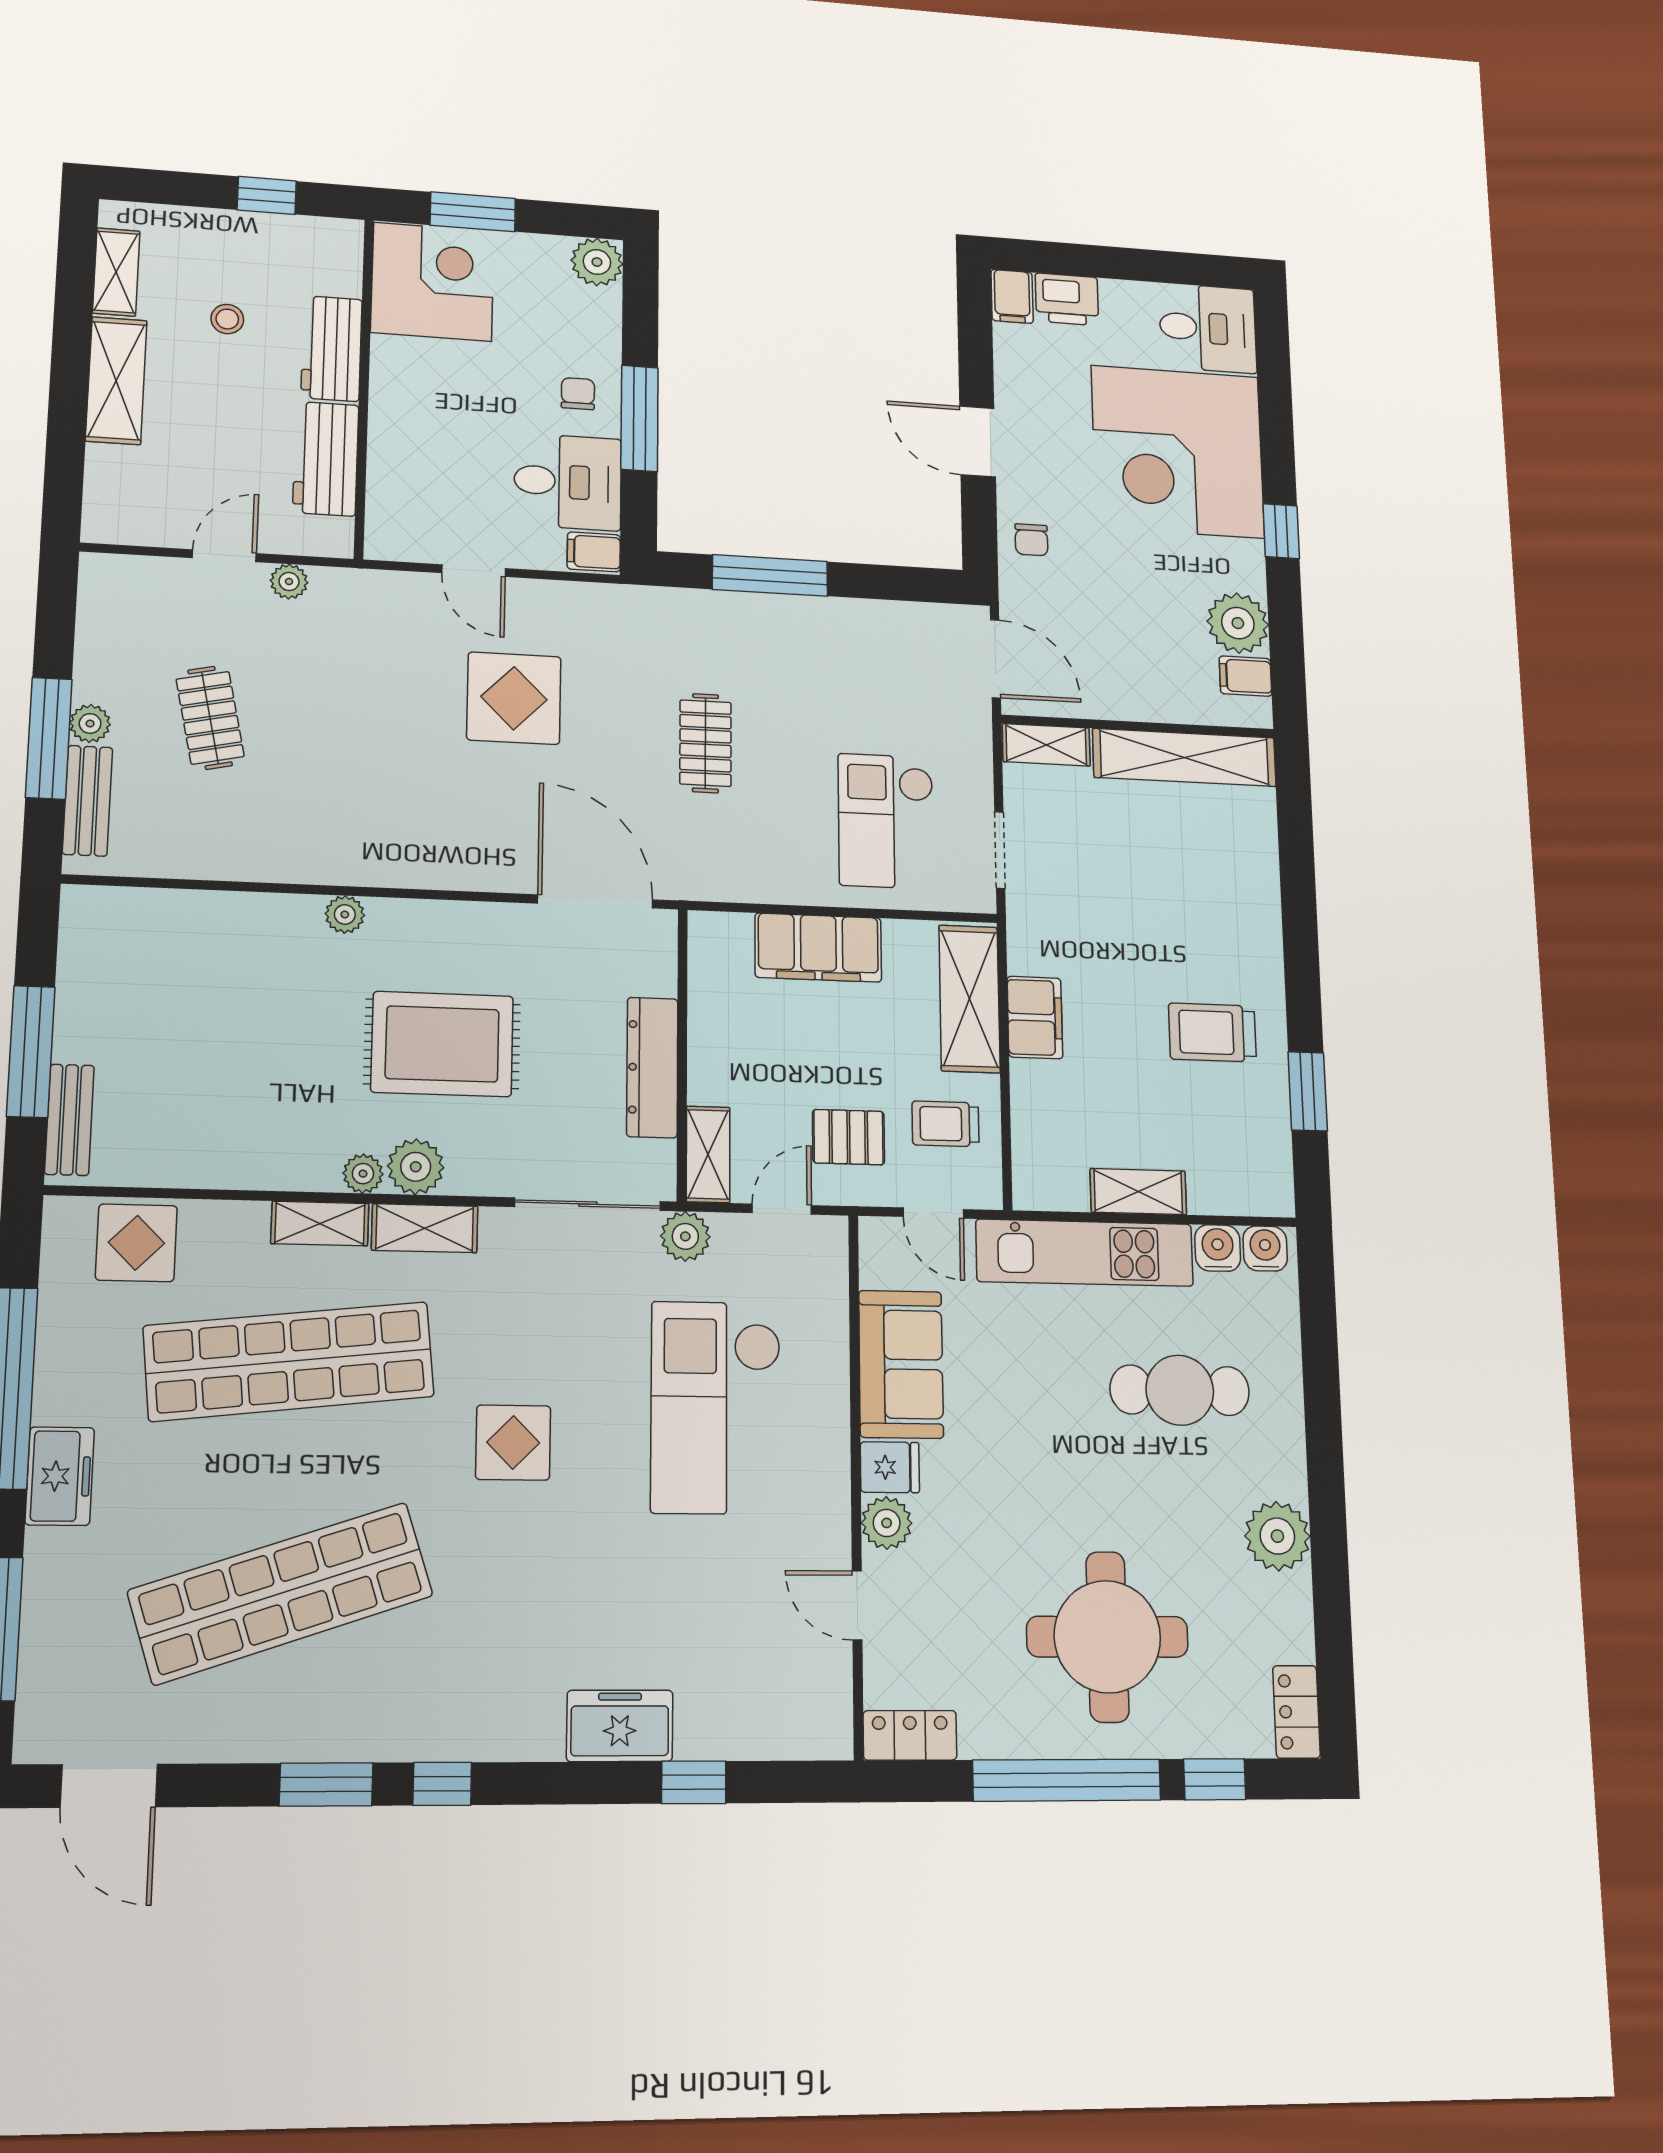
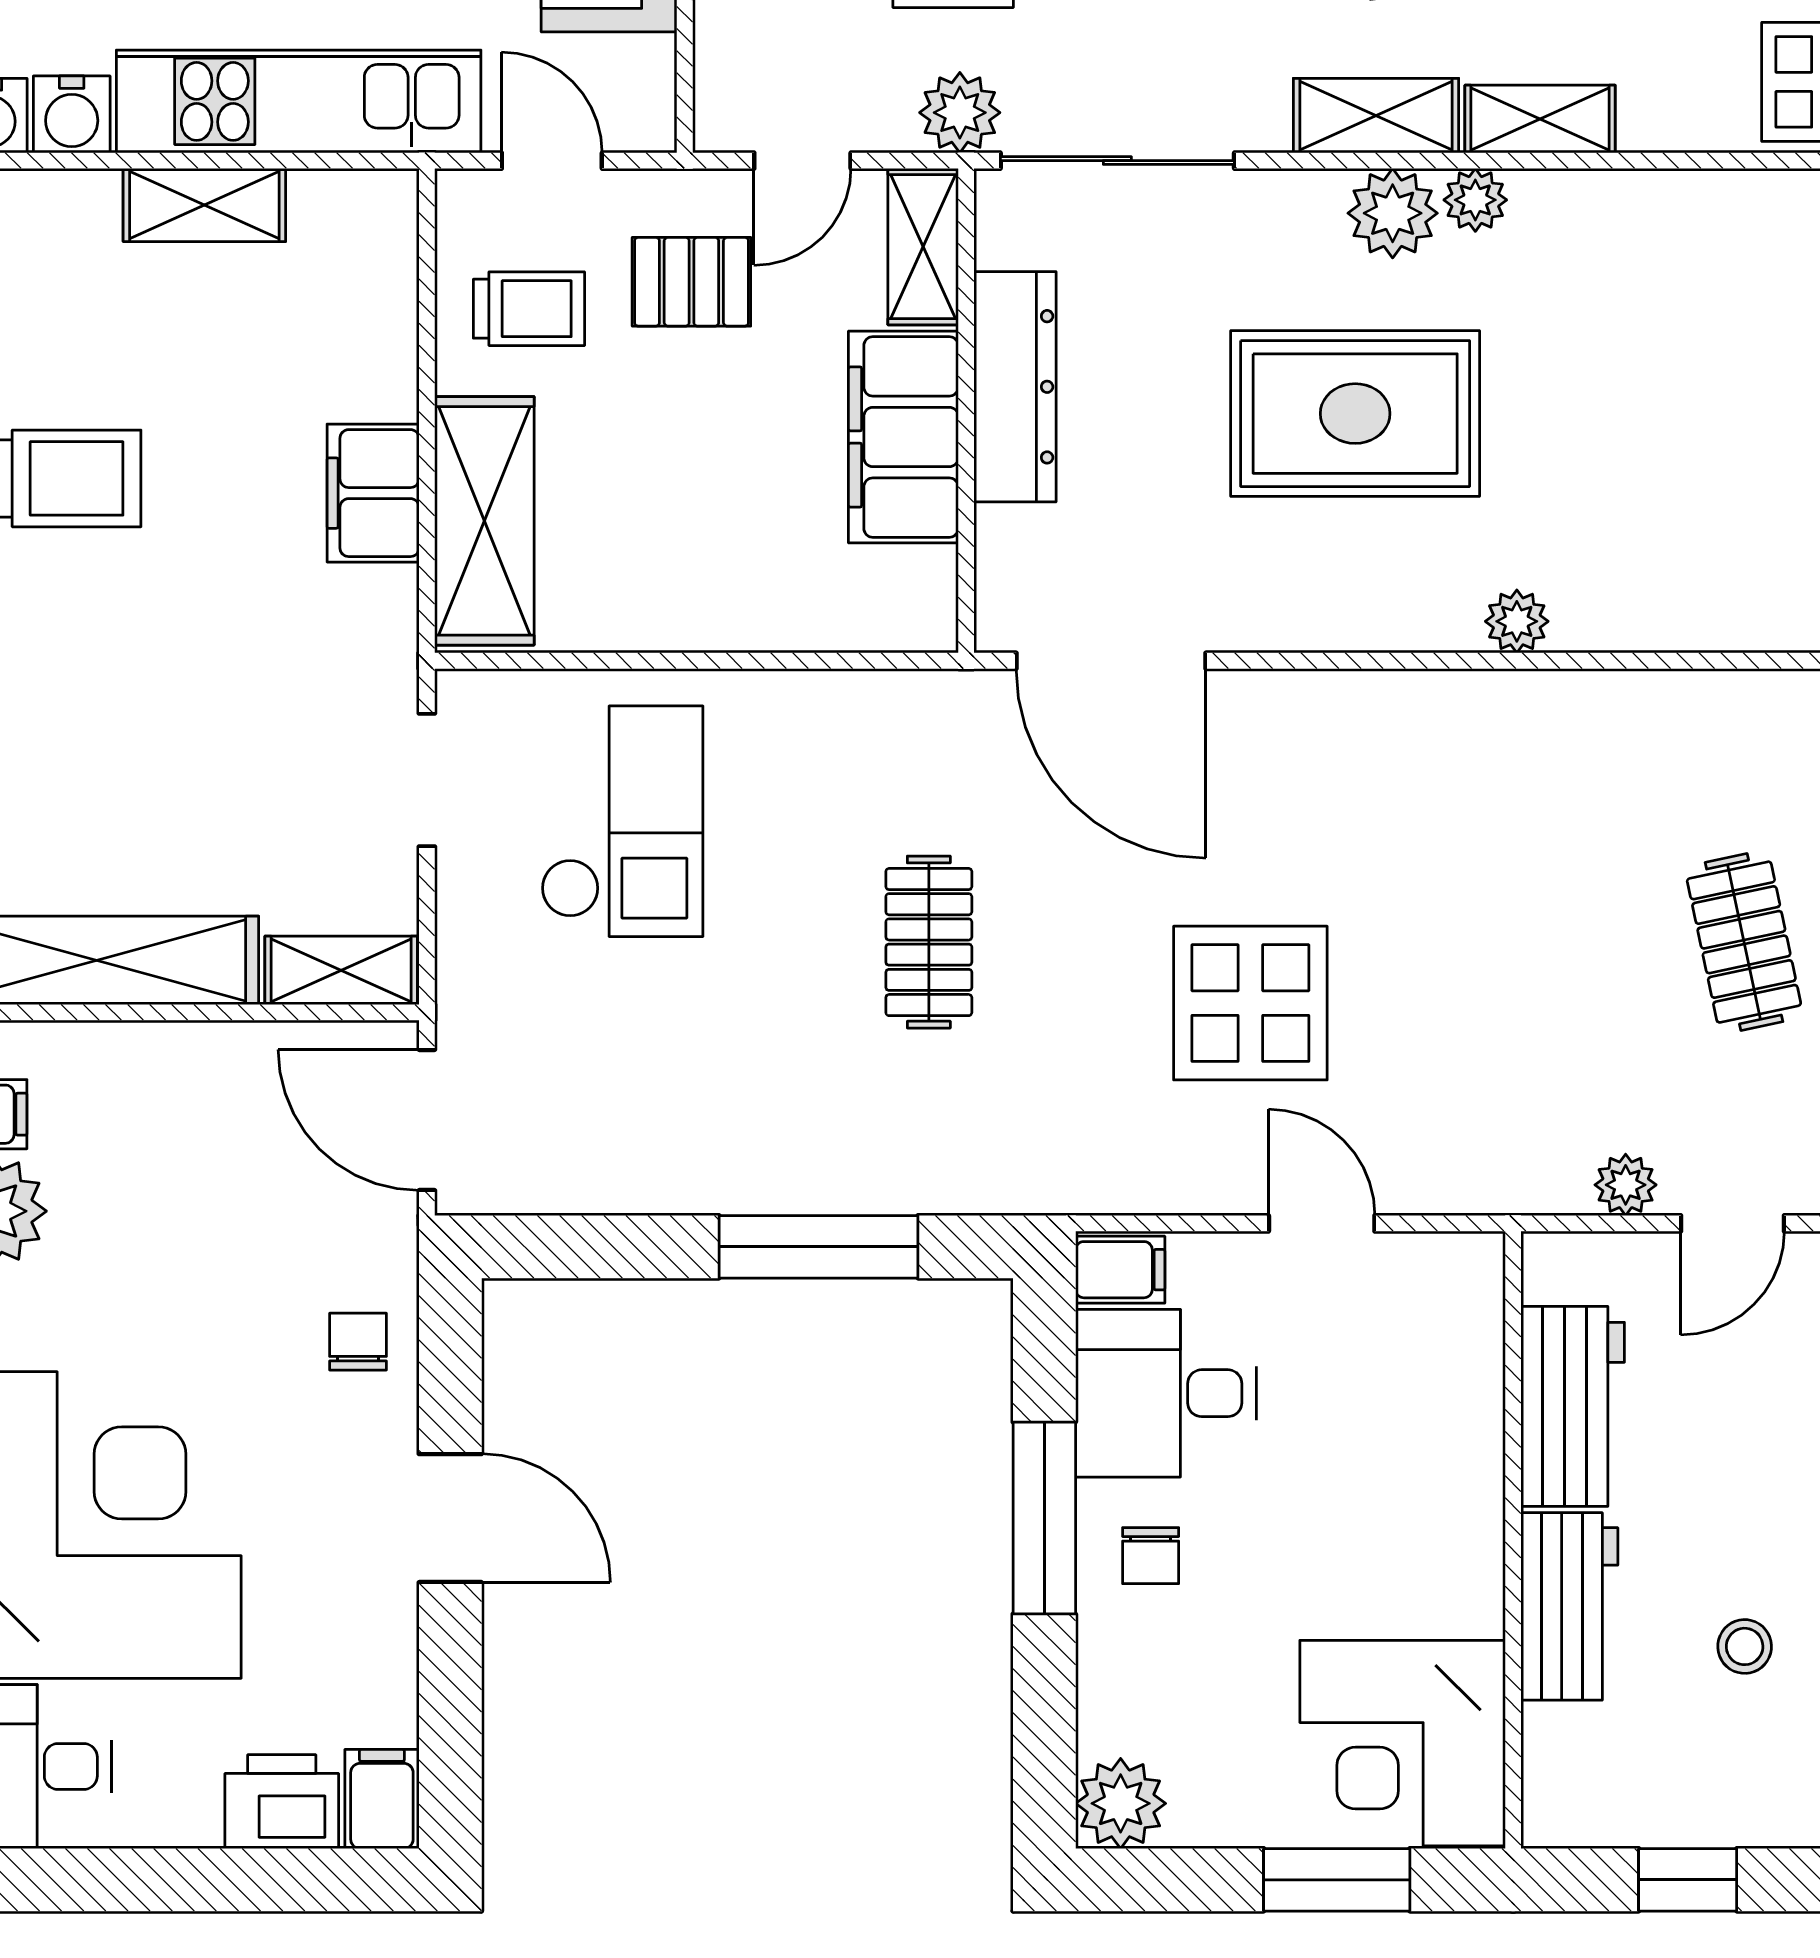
filing cabinet: (818, 948) -> (903, 437), moved, turned -90

